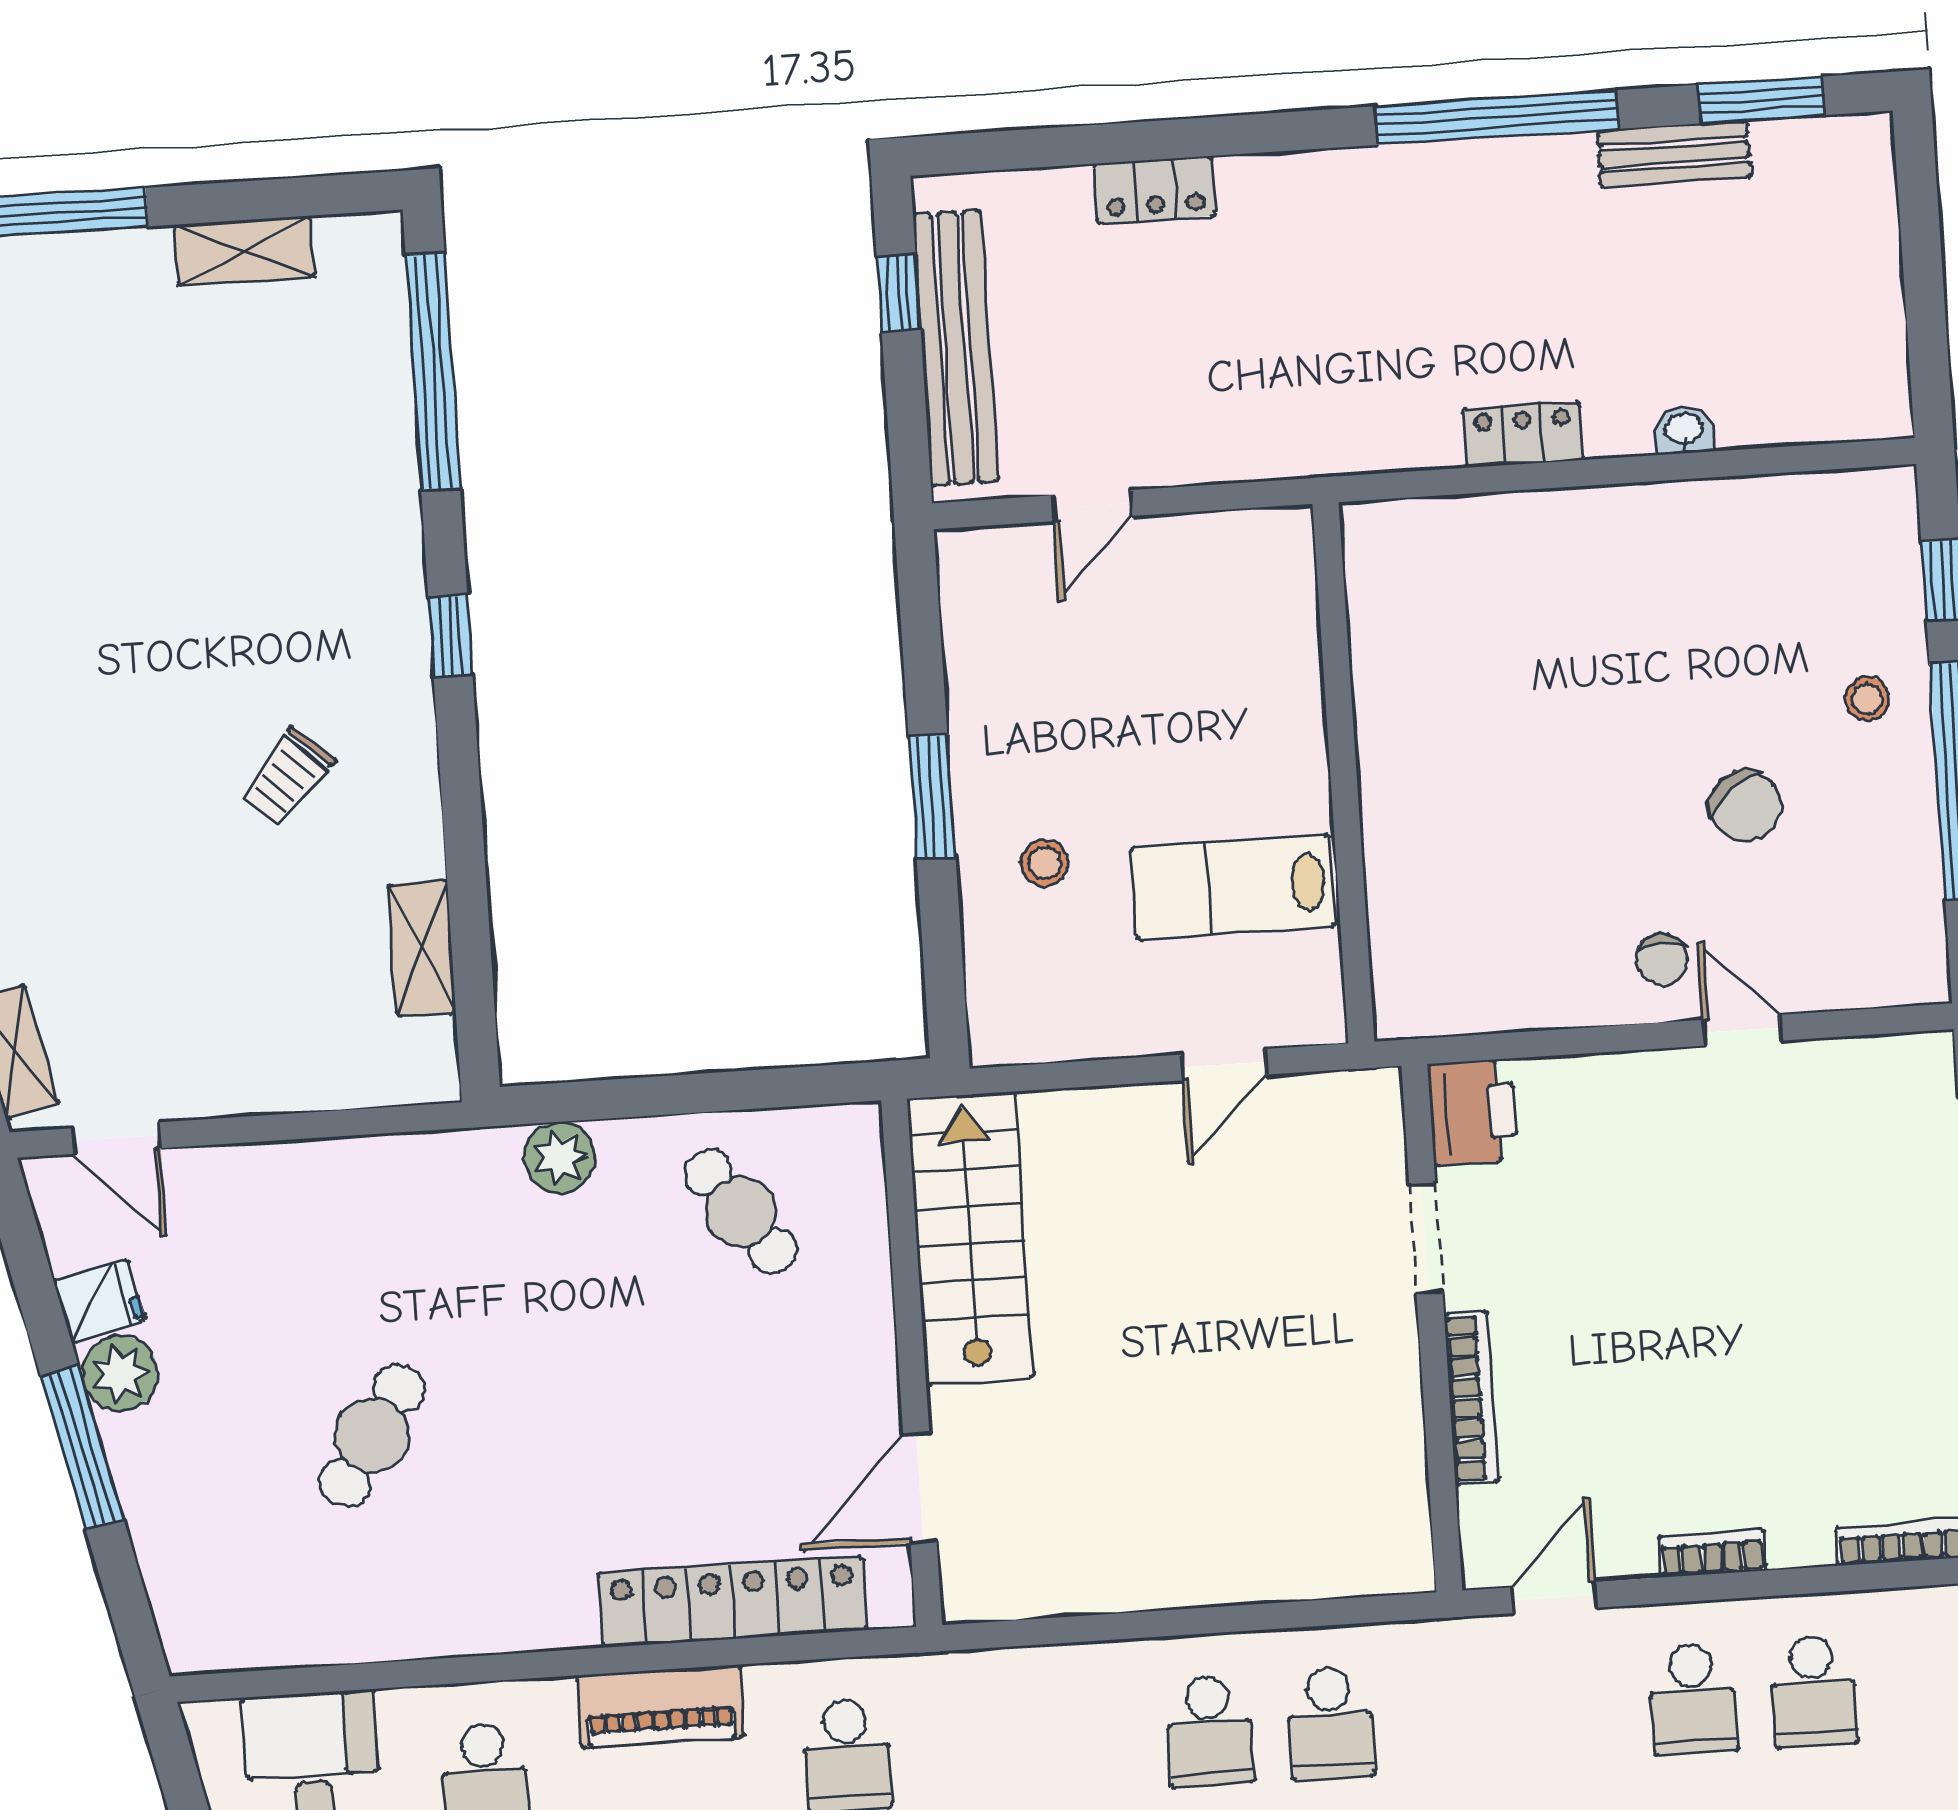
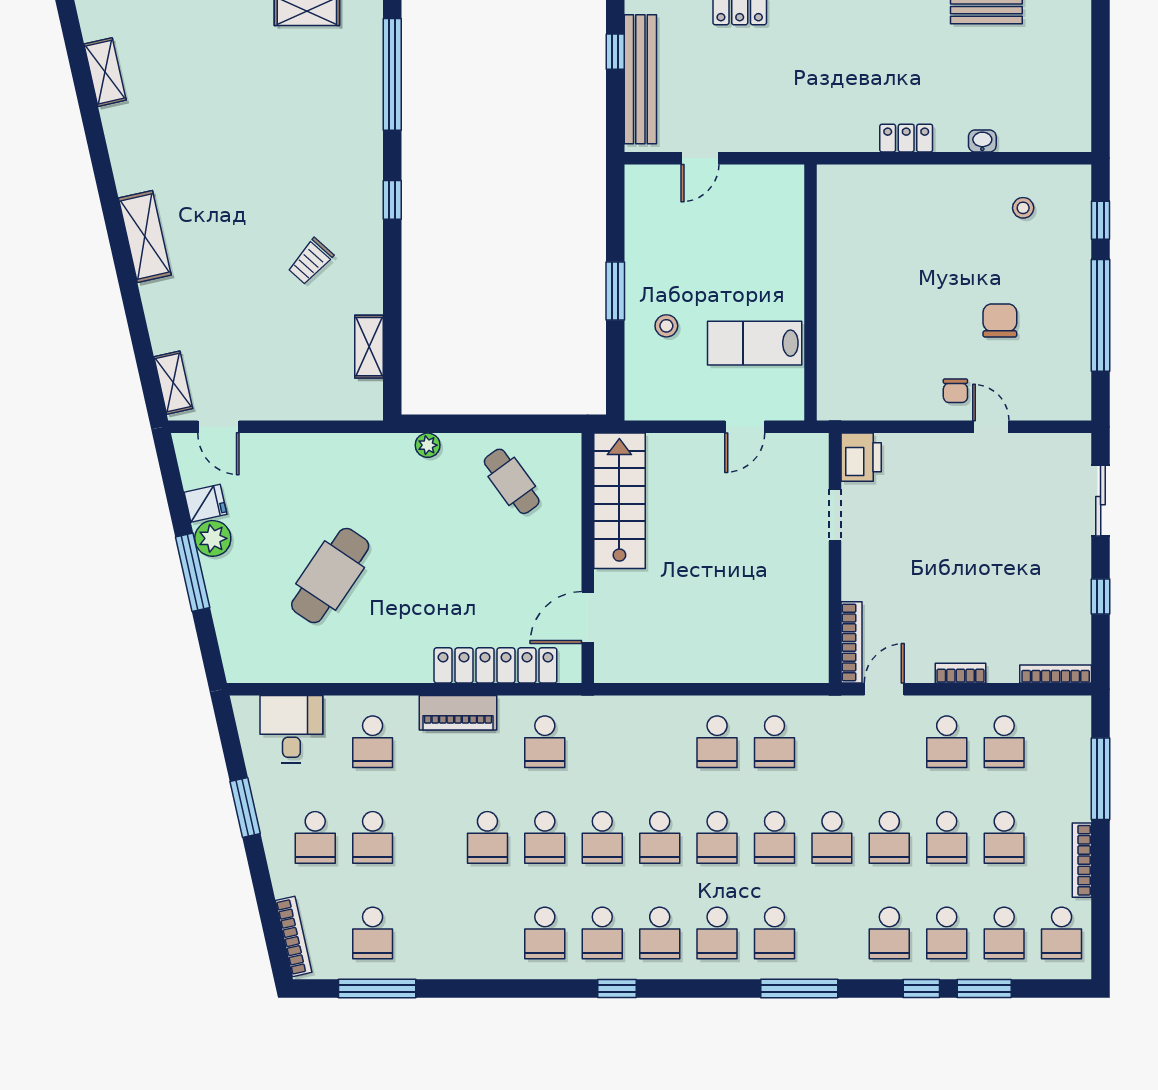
stool: (1867, 699) -> (1023, 208), moved
chair: (1746, 805) -> (1000, 321), turned -140
plant: (560, 1157) -> (428, 445), width x0.73, depth x0.73
bookcase: (1471, 1398) -> (851, 642), moved
cafe table: (372, 1436) -> (330, 576), width x1.37, depth x1.35

